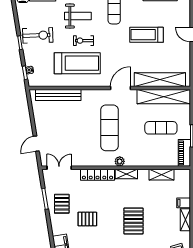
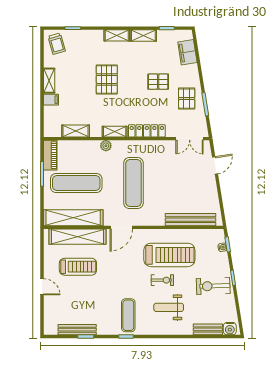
treadmill: (147, 35) -> (78, 267), moved
treadmill: (77, 63) -> (169, 255), turned 180
exercise mat: (161, 128) -> (76, 183), width x1.36, depth x1.45
plant: (120, 161) -> (106, 146), moved

